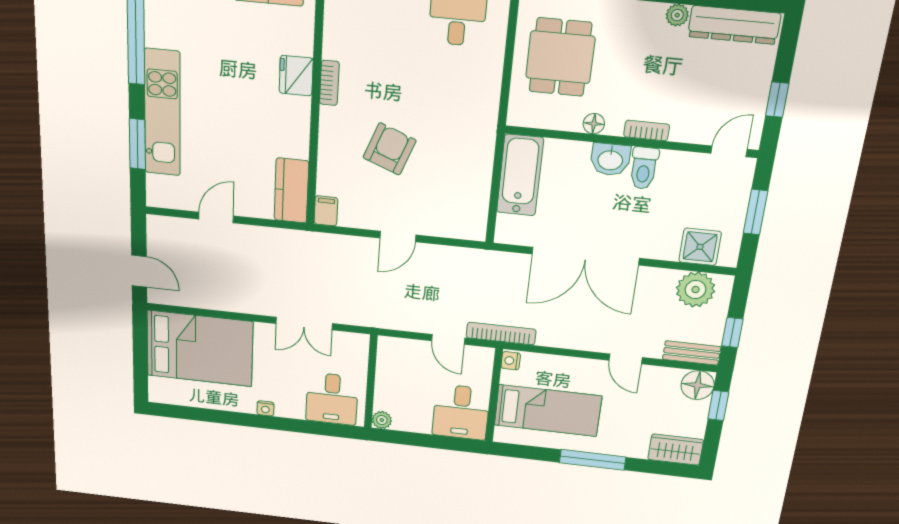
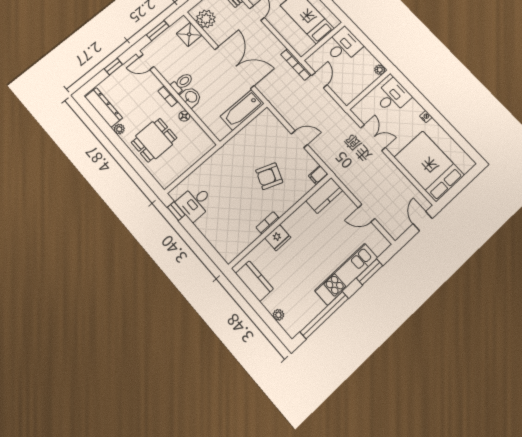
dining table: (560, 57) -> (154, 140), moved
bathtub: (520, 175) -> (242, 110), moved
nightstand: (511, 361) -> (303, 50), removed

